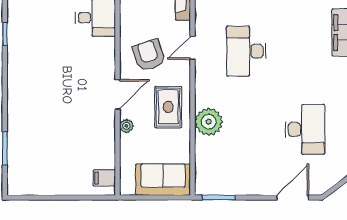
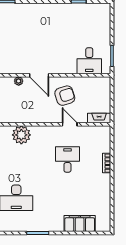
desk: (246, 51) -> (67, 159), width x0.73
rug: (168, 107) -> (31, 108), removed

